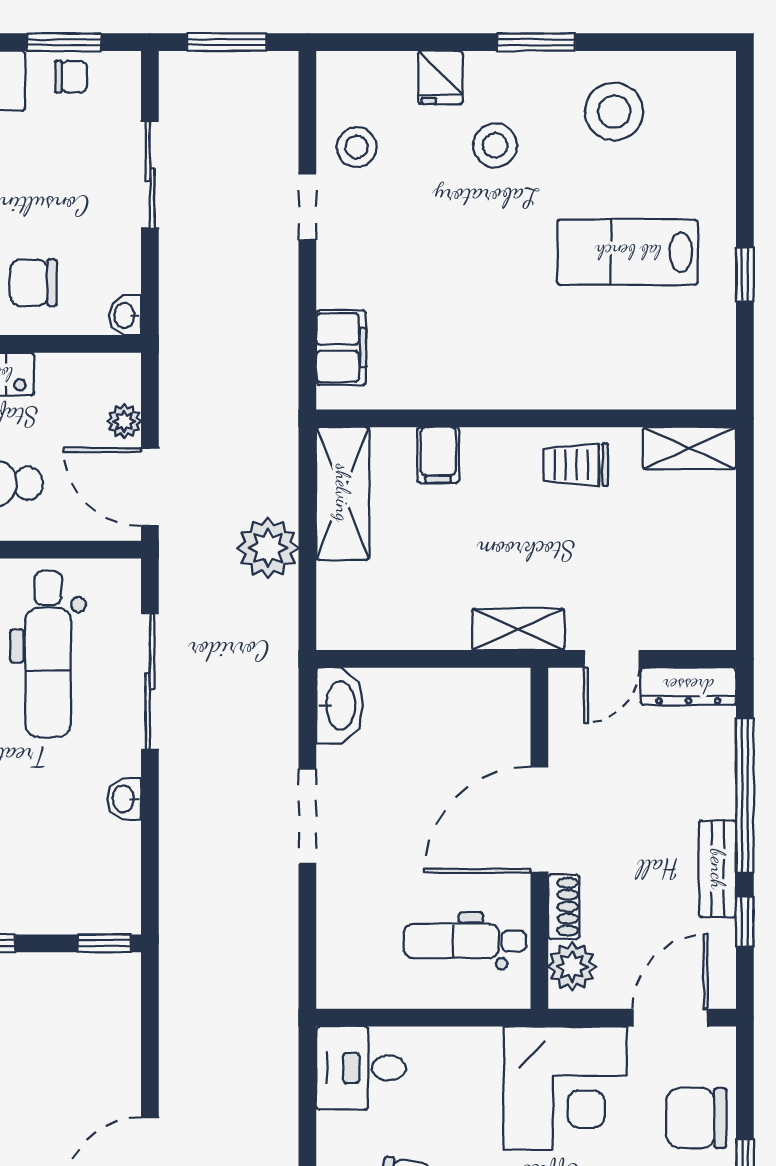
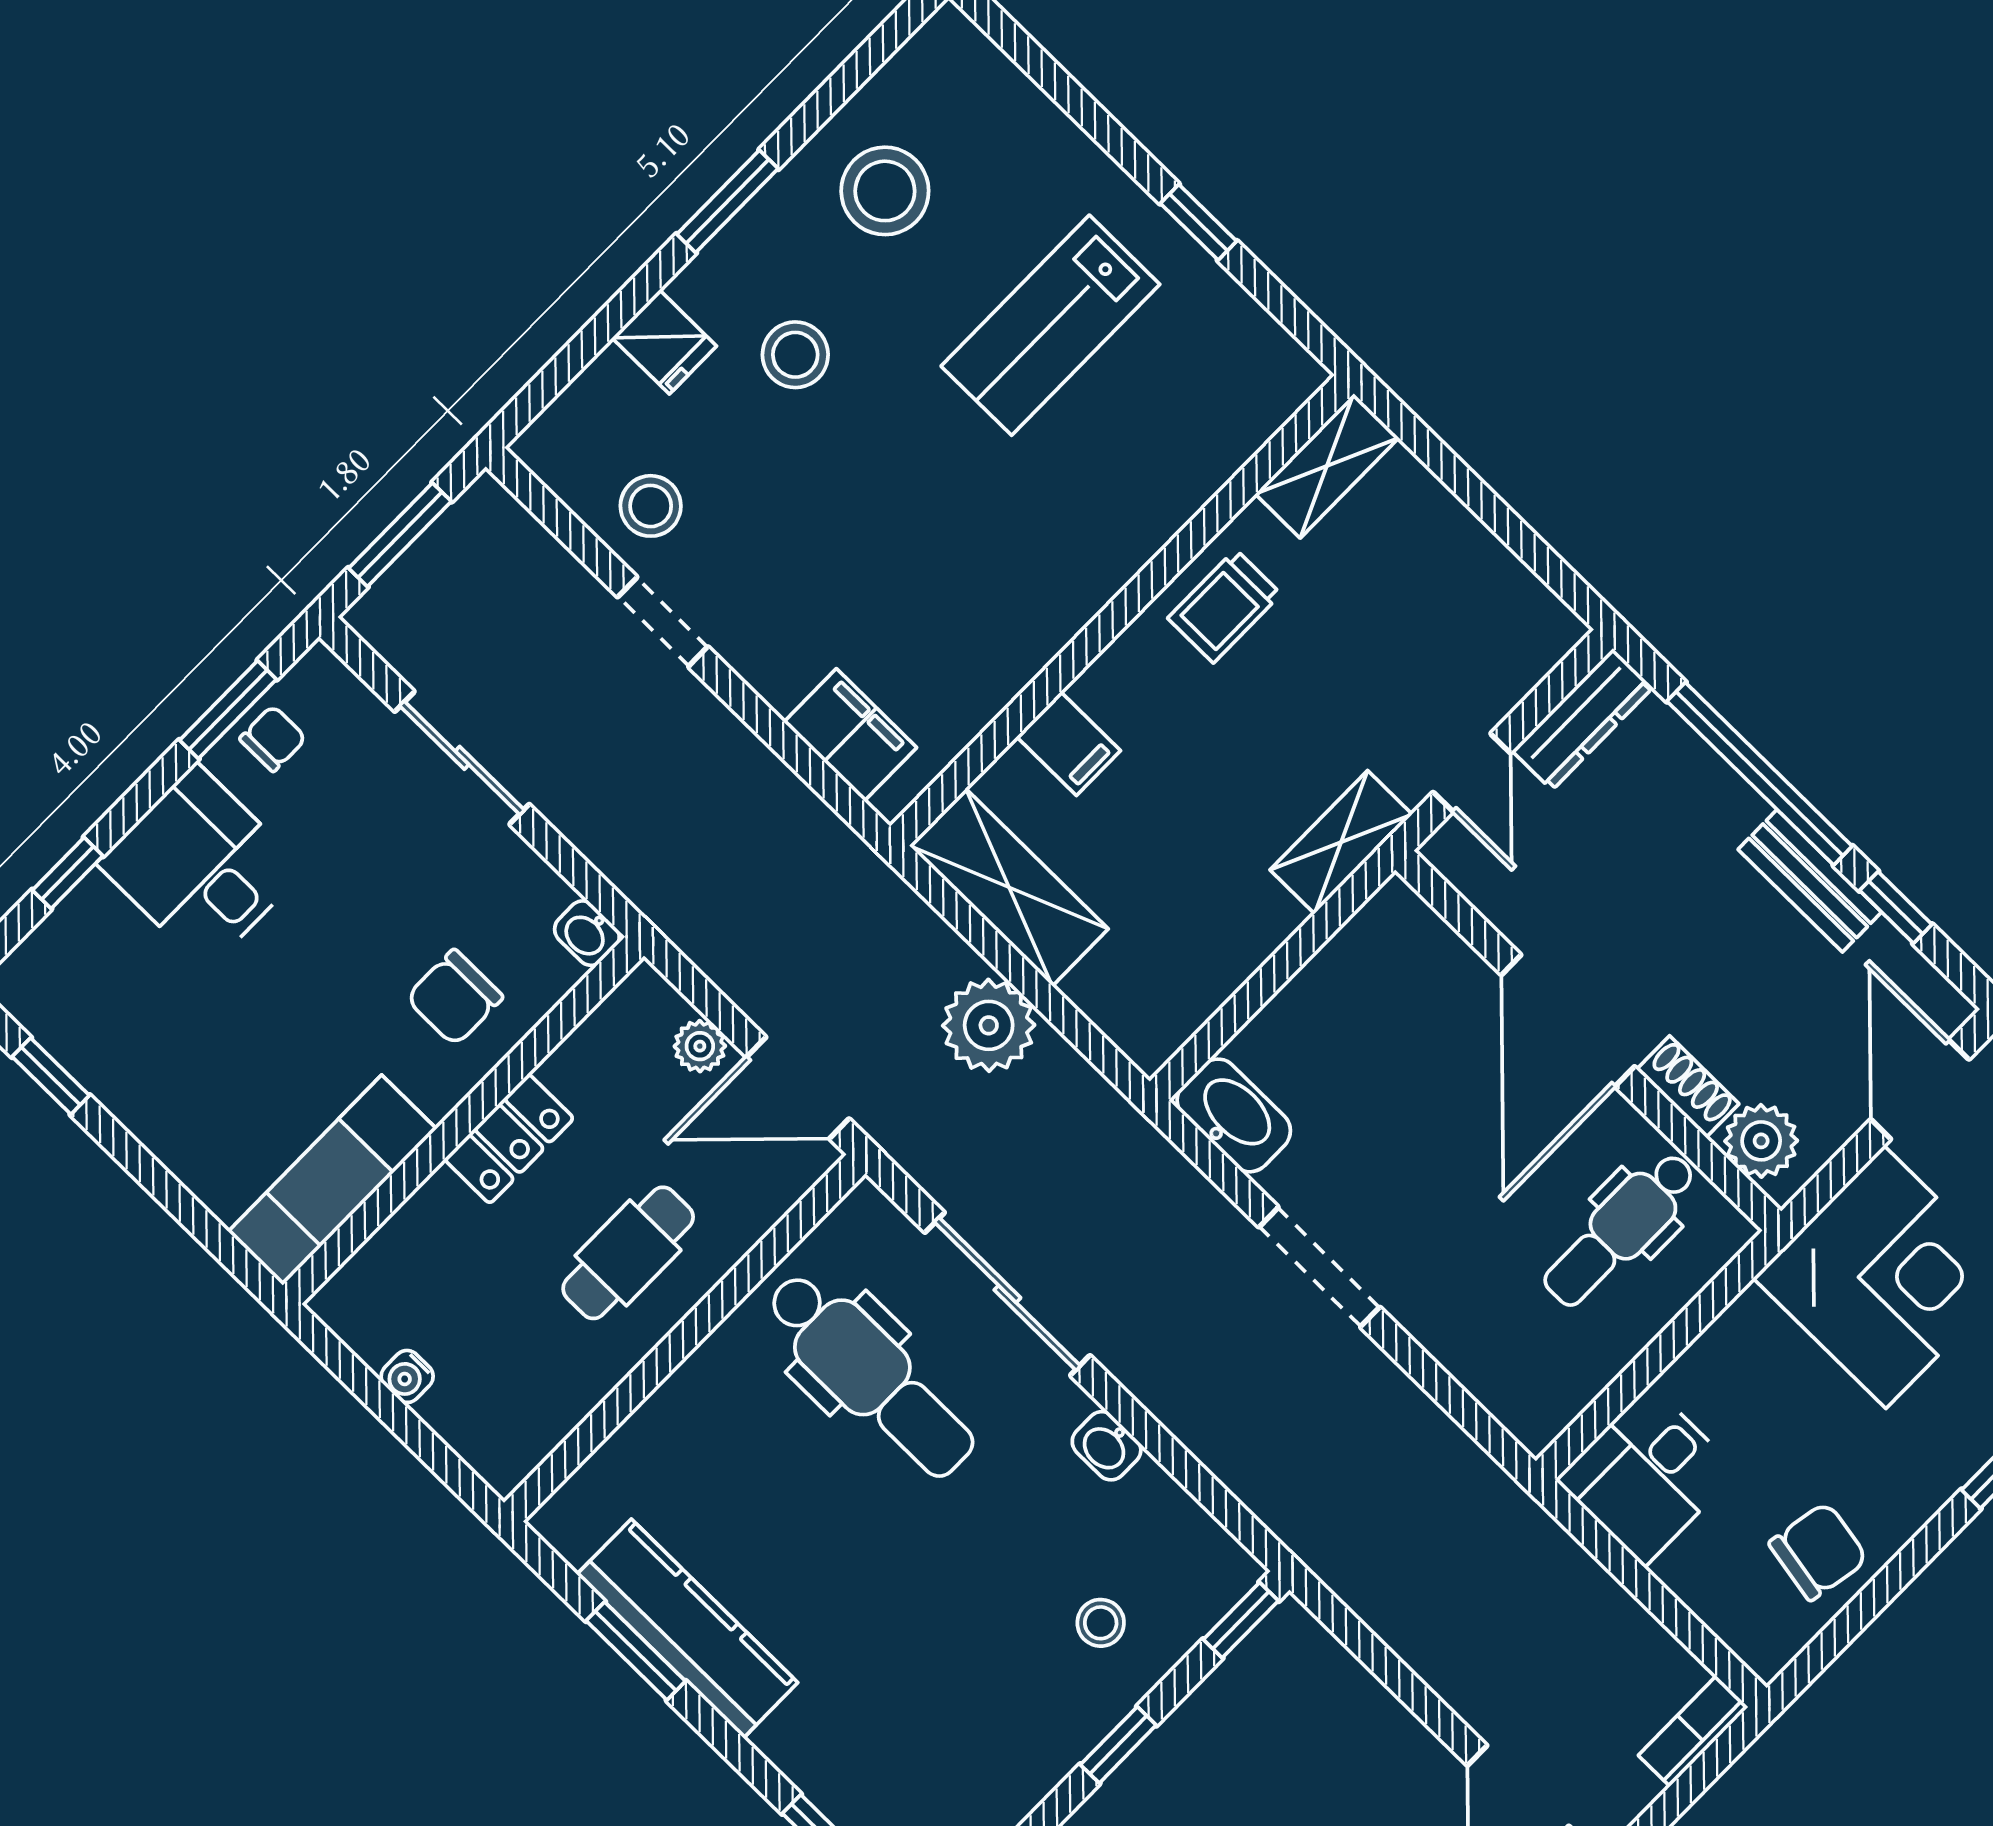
stool: (38, 878) -> (1101, 1623), added

